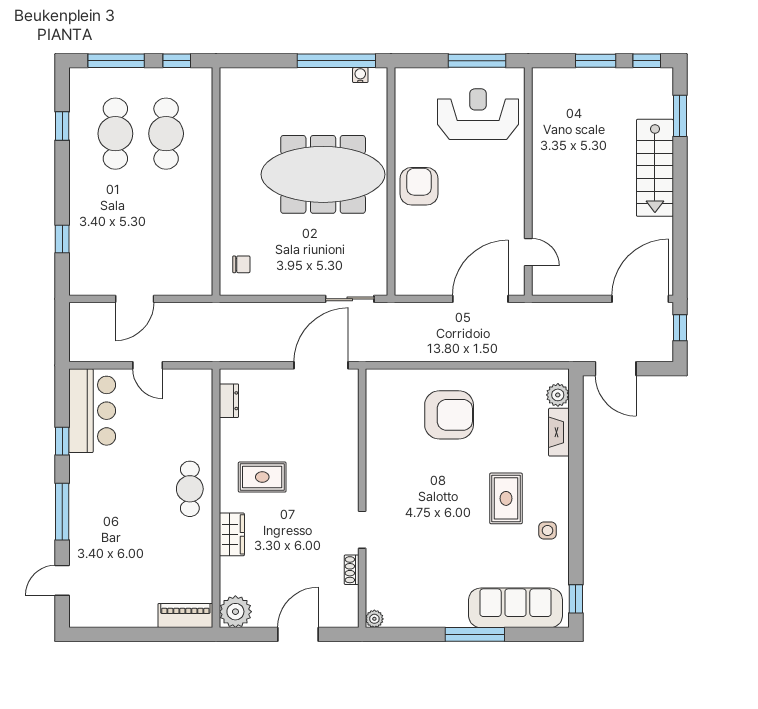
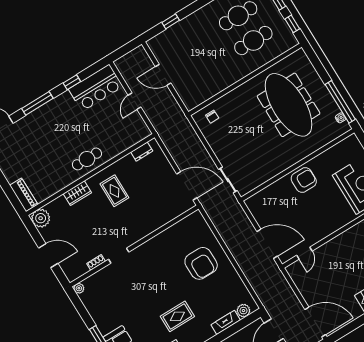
meeting table: (323, 174) -> (289, 105), moved

